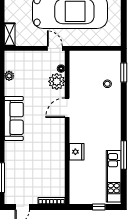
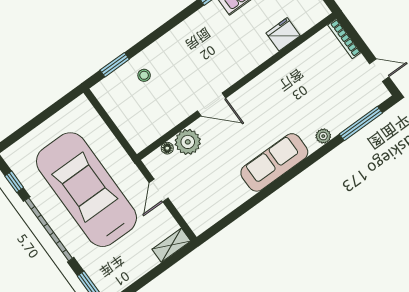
door: (55, 48) -> (159, 190), moved
plant: (9, 76) -> (323, 136), moved
fridge: (77, 152) -> (283, 34), moved

